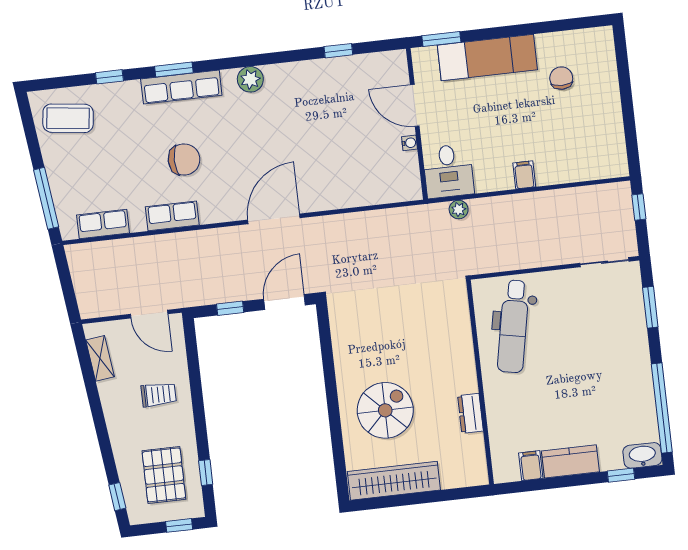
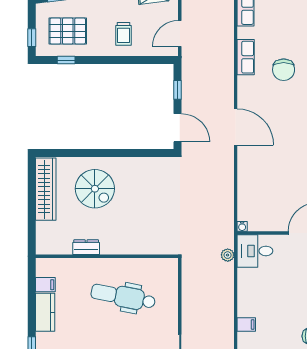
water cooler: (409, 143) -> (242, 226), moved
filing cabinet: (524, 175) -> (246, 325), moved
dental chair: (513, 326) -> (123, 297), moved

